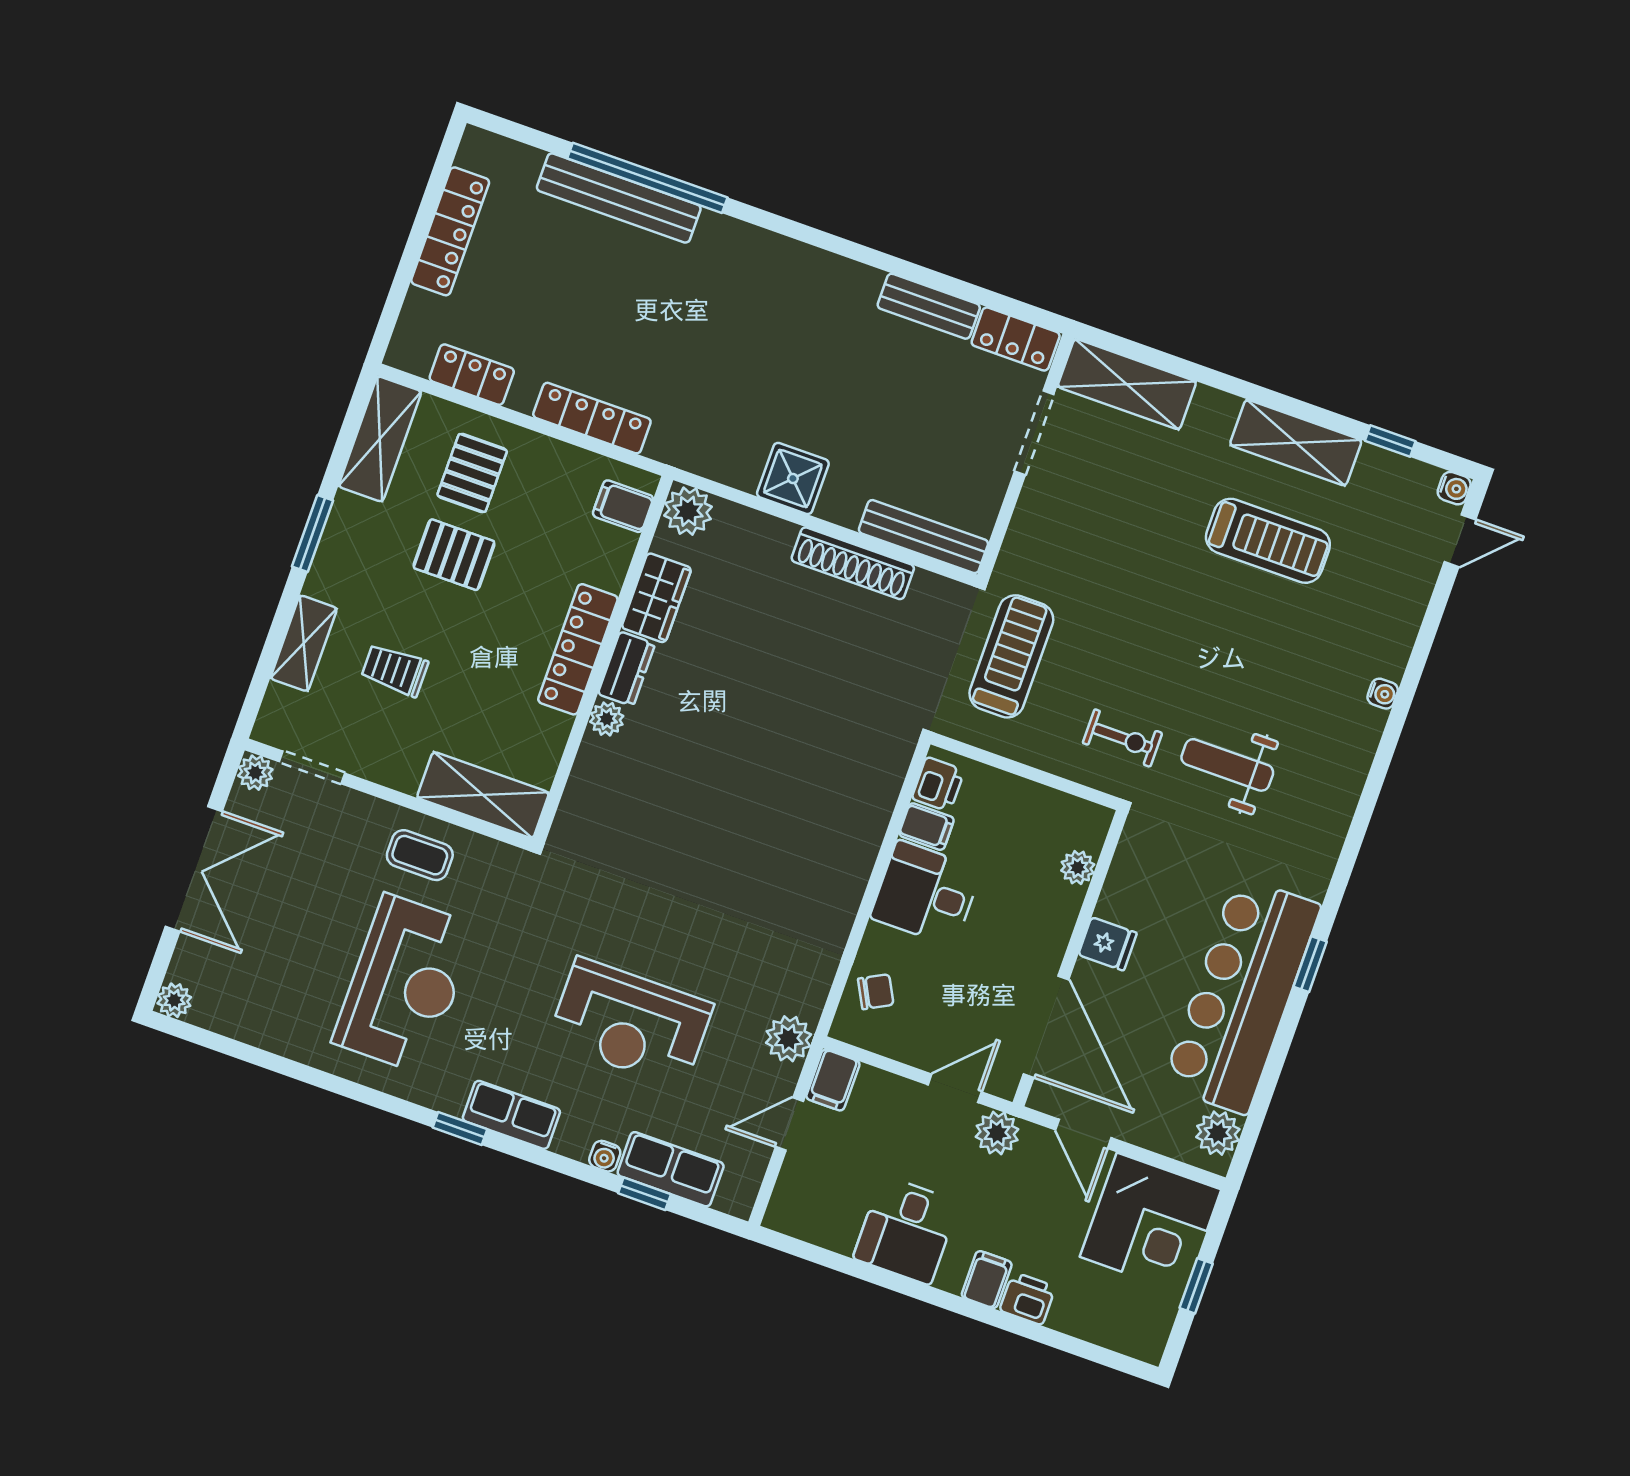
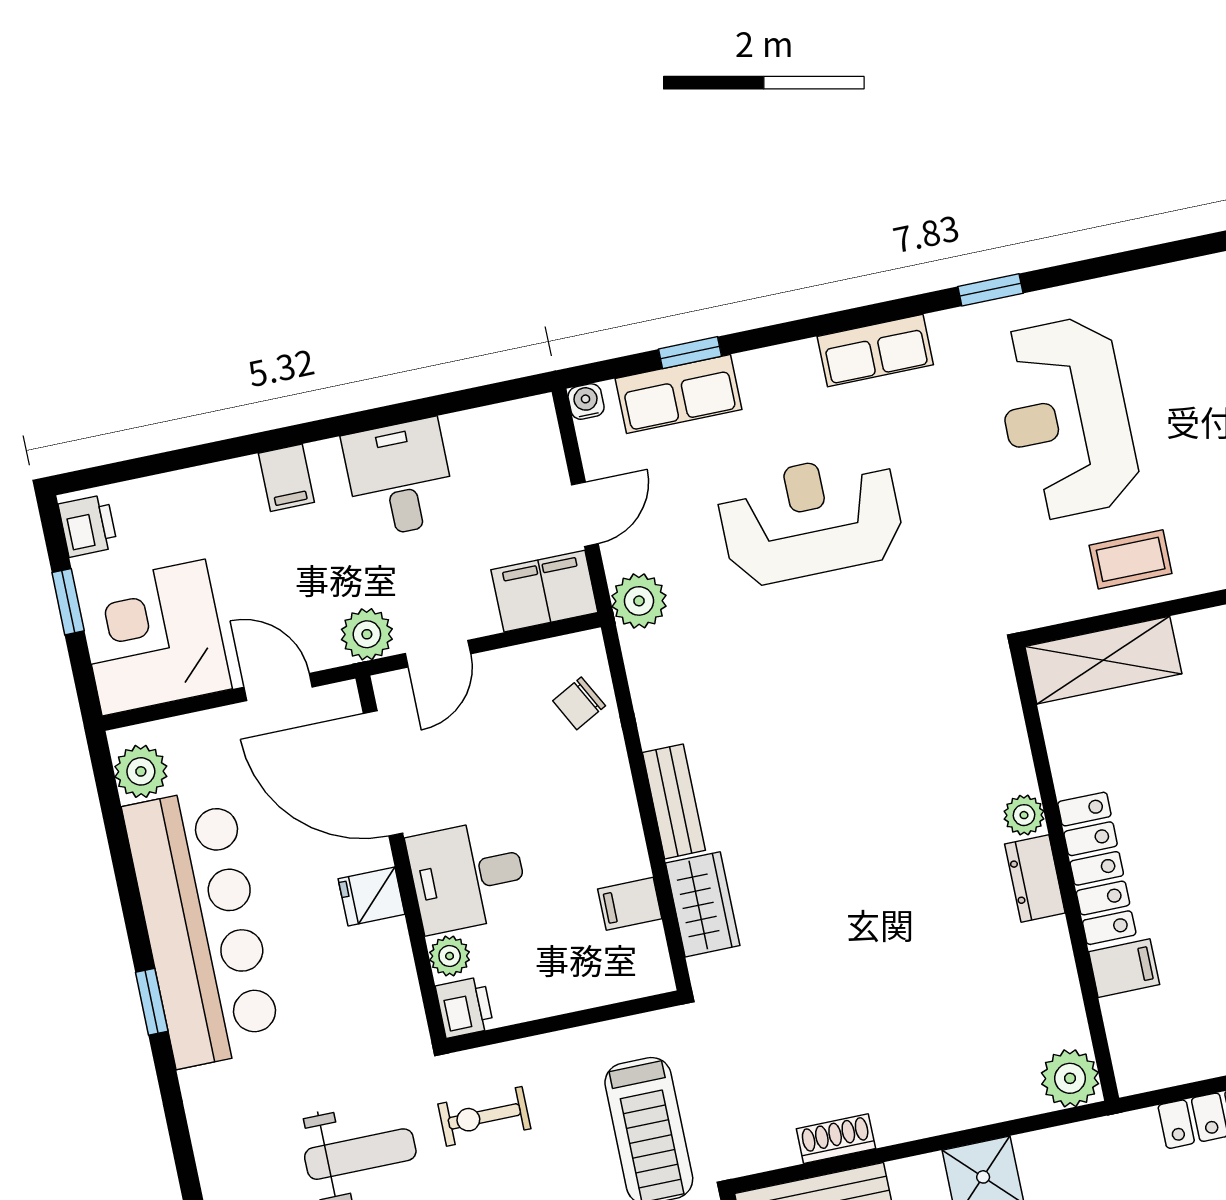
filing cabinet: (623, 506) -> (1124, 968), moved
shoe rack: (853, 563) -> (836, 1139), width x0.51, depth x0.81
wardrobe: (656, 598) -> (703, 904), moved, turned 180
printer: (938, 784) -> (465, 1007), moved, turned 180
bench: (851, 881) -> (674, 801), added
desk: (926, 893) -> (468, 876), moved, turned 180
filing cabinet: (833, 1080) -> (544, 591), width x2.00
window: (460, 1128) -> (990, 290), moved
water cooler: (605, 1156) -> (586, 402), moved
printer: (1028, 1299) -> (88, 526), moved, turned -90

